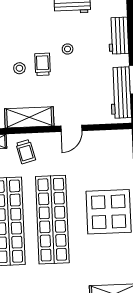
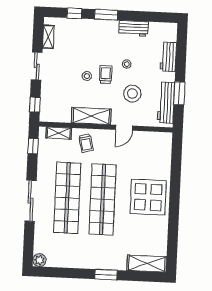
stool: (78, 85) -> (132, 94), added

